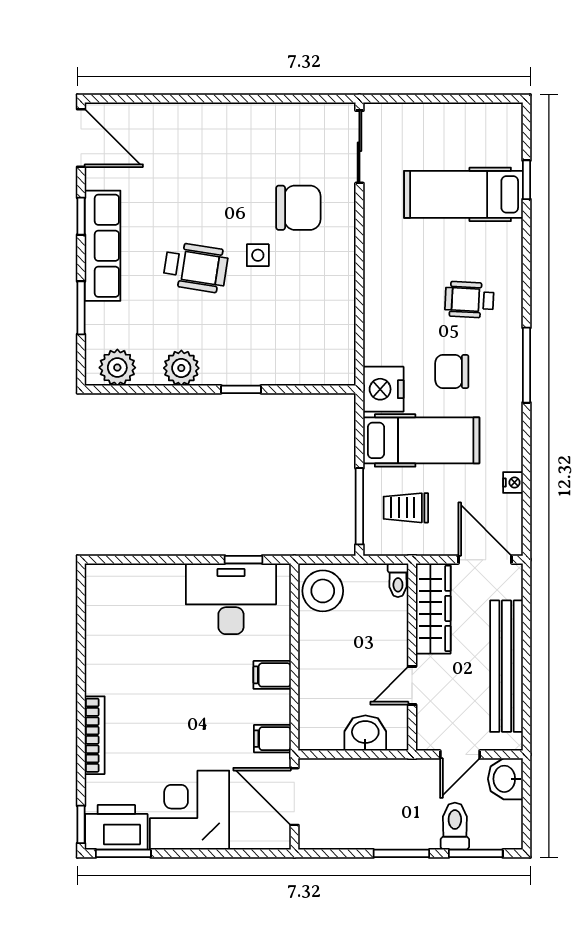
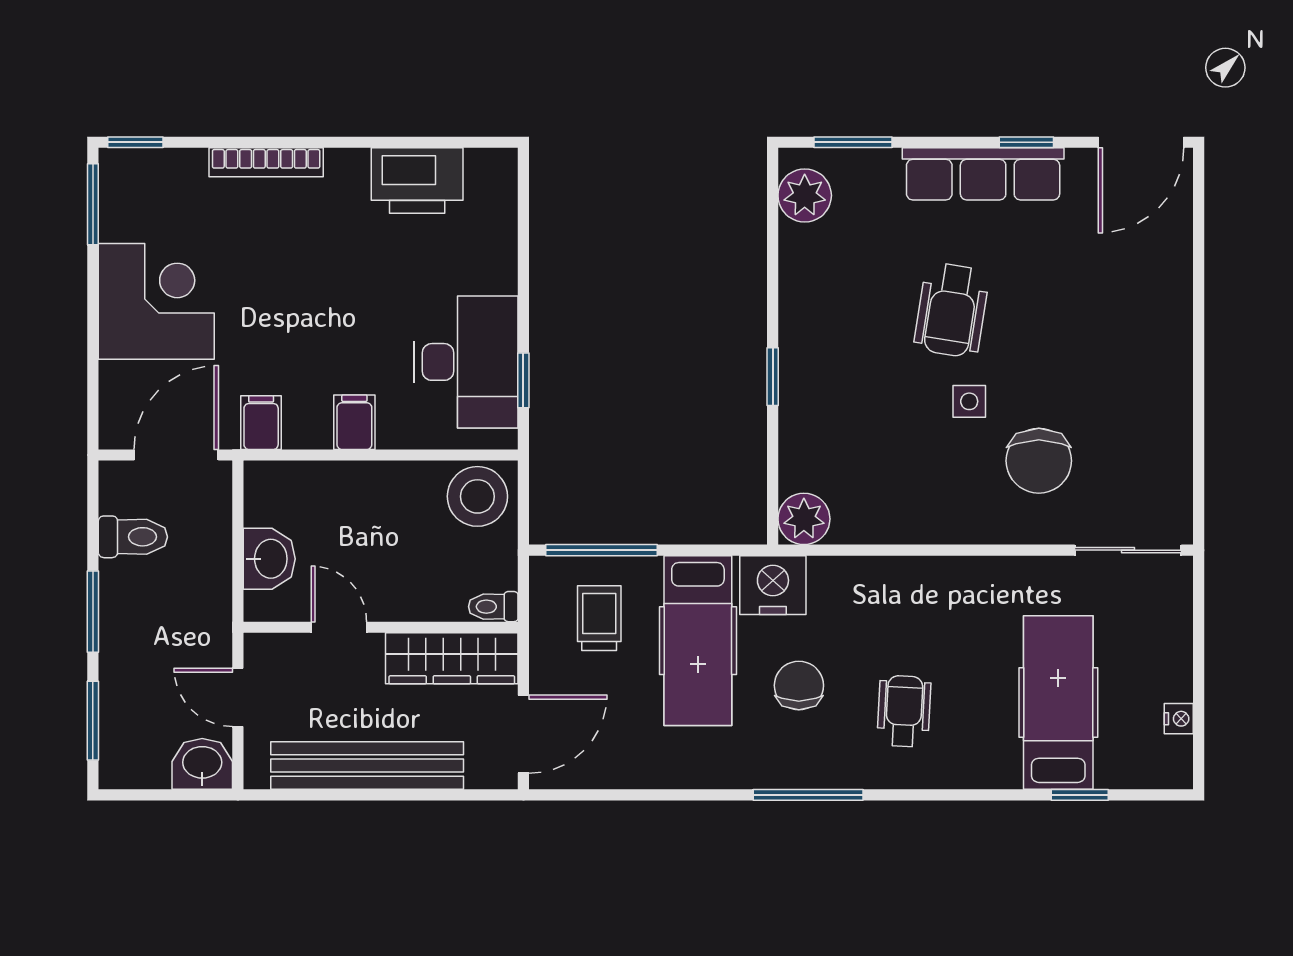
window: (81, 308) -> (853, 142), moved
plant: (181, 368) -> (804, 519), moved
nightstand: (513, 482) -> (1179, 719), moved, turned -90
toilet: (455, 826) -> (133, 537), moved
printer: (116, 827) -> (417, 181), moved, turned 90

